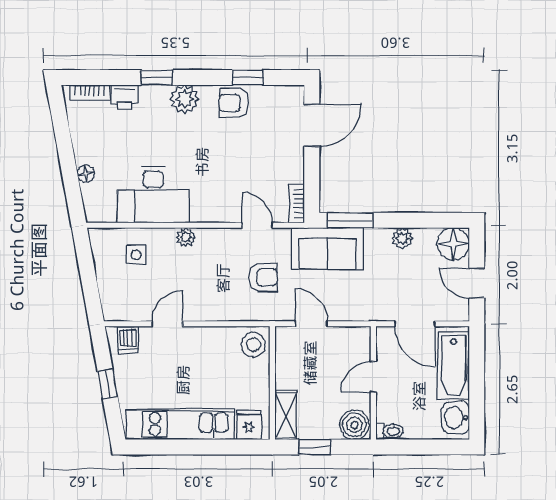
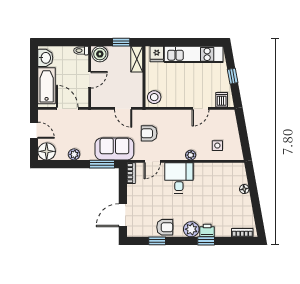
printer: (125, 97) -> (207, 230), moved
desk: (153, 195) -> (179, 178), moved, width x0.73
door: (257, 225) -> (152, 161), hinge flipped

